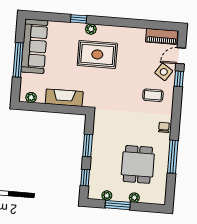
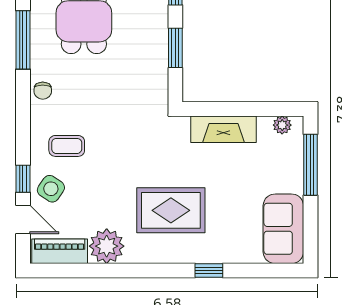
plant: (91, 29) -> (107, 246), moved, width x1.87, depth x1.87
sofa: (34, 46) -> (283, 229), width x0.73
door: (181, 56) -> (23, 219), hinge flipped
window: (18, 60) -> (310, 165), moved

